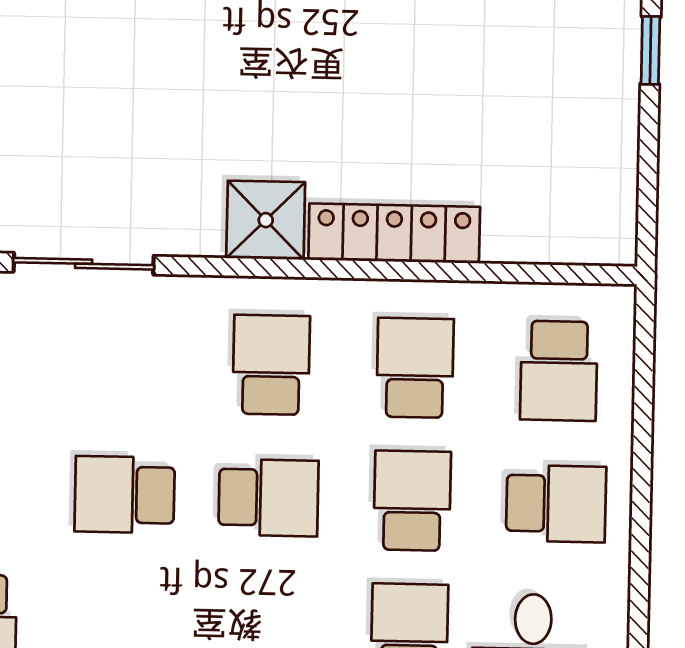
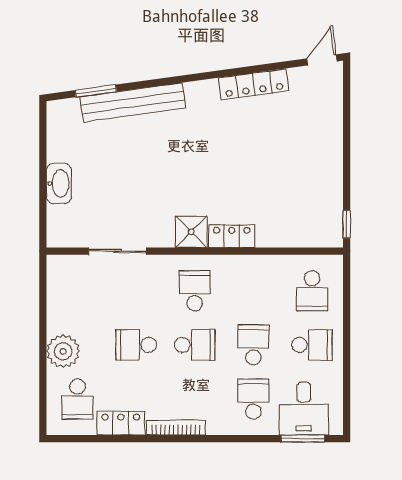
window: (650, 50) -> (347, 224), moved
locker: (394, 233) -> (232, 236), width x0.66
school desk: (415, 368) -> (253, 291), removed

